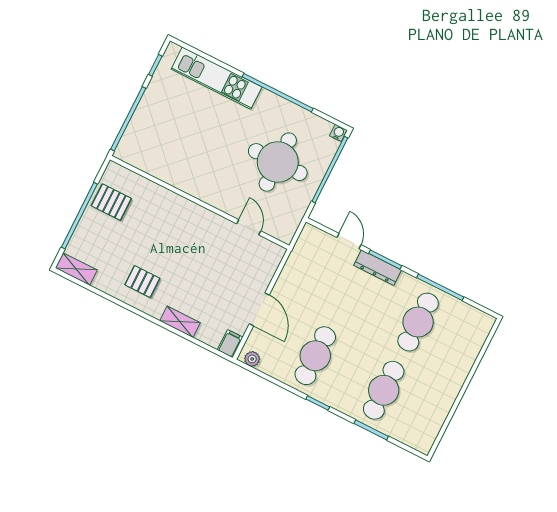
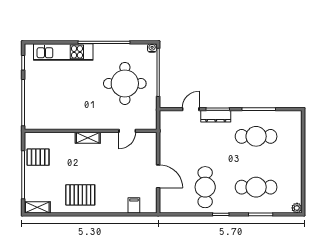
door: (249, 227) -> (127, 131), swing flipped
door: (349, 241) -> (191, 109), hinge flipped
pallet: (142, 282) -> (80, 195), width x1.50, depth x1.42
shelving: (180, 322) -> (88, 138), moved
cafe table: (418, 322) -> (256, 136), turned 90
filing cabinet: (230, 344) -> (134, 205), moved
plant: (252, 359) -> (297, 208), moved
cafe table: (384, 390) -> (256, 187), turned 90

